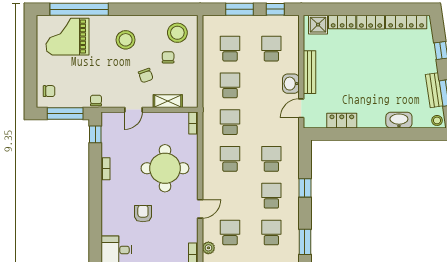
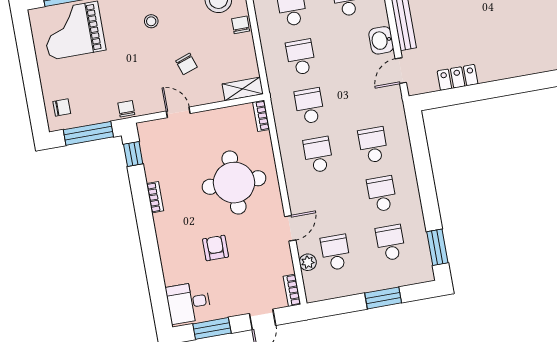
stool: (126, 40) -> (151, 21), width x0.53, depth x0.53
chair: (168, 57) -> (241, 25), moved
shelving: (168, 101) -> (243, 89), moved
door: (133, 110) -> (178, 112), swing flipped
washbasin: (399, 120) -> (533, 63), removed
window: (305, 188) -> (425, 176), removed
plant: (208, 248) -> (308, 262), moved

